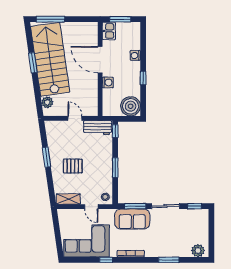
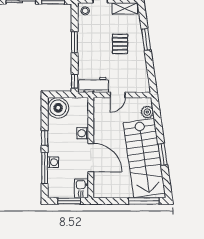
window: (143, 50) -> (45, 168), added
door: (75, 118) -> (118, 95), hinge flipped
window: (46, 157) -> (146, 39), moved
pallet: (73, 166) -> (120, 44), turned 90

